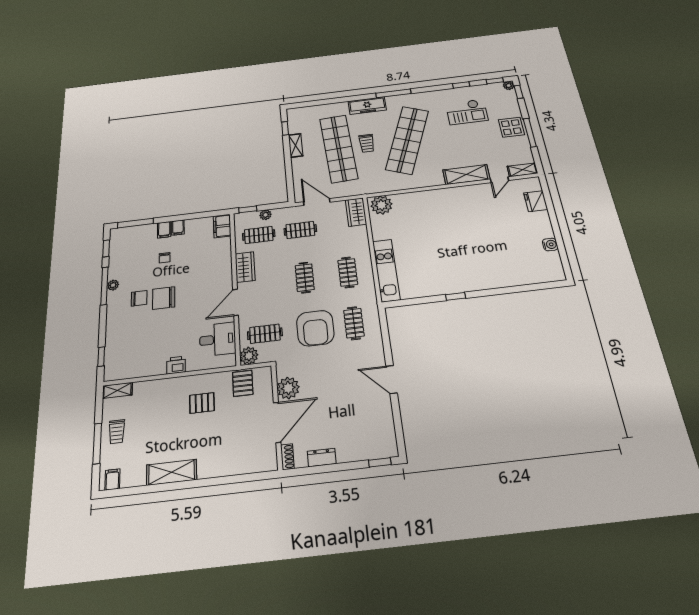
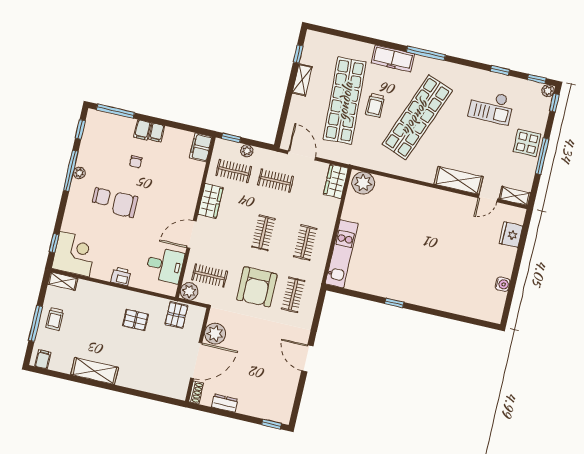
corner desk: (124, 360) -> (74, 254), added

